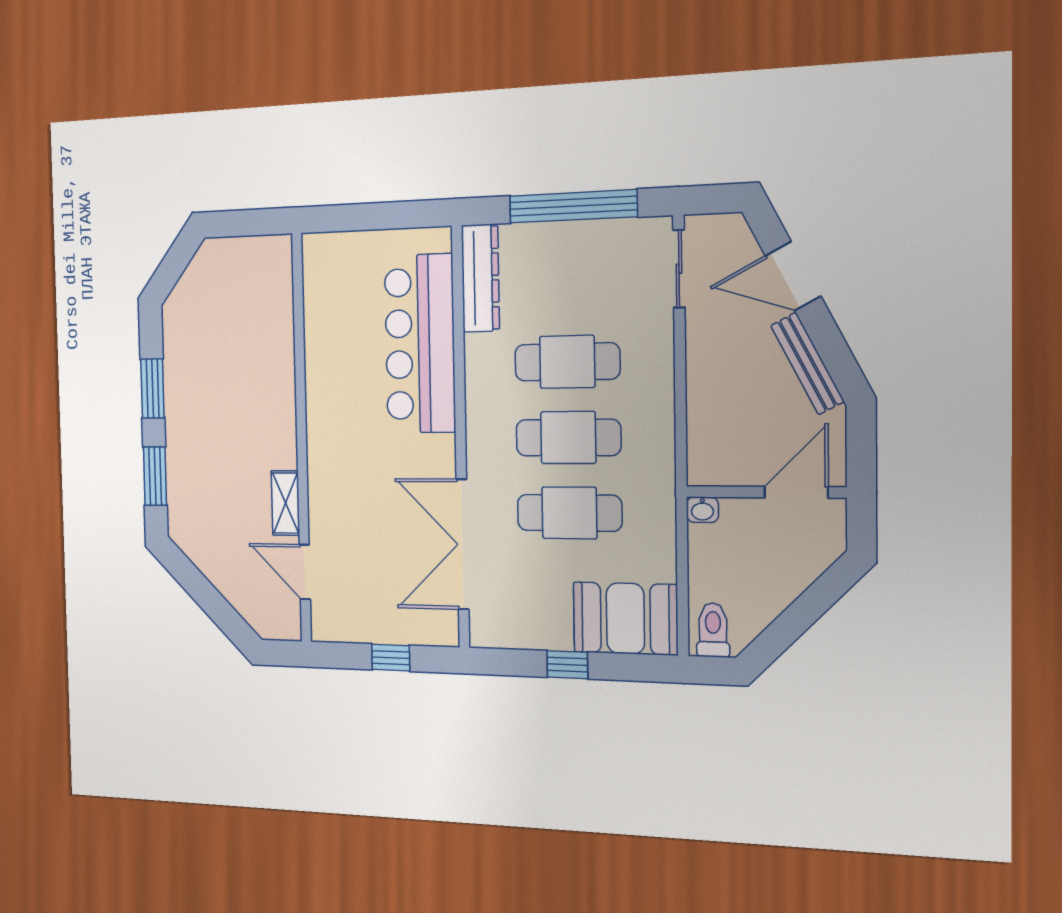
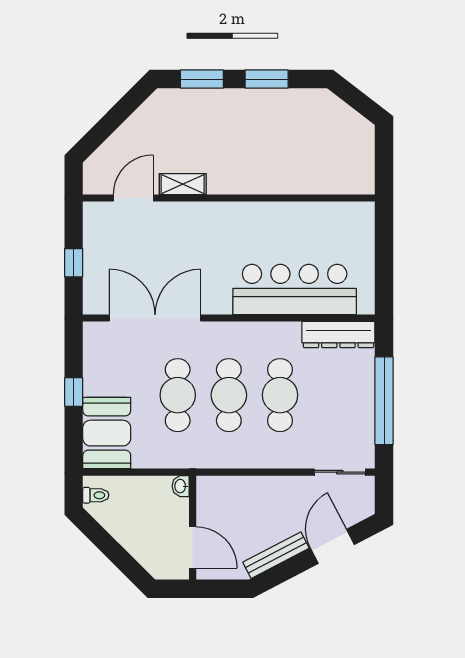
toilet: (713, 630) -> (96, 495), width x0.73, depth x0.72

